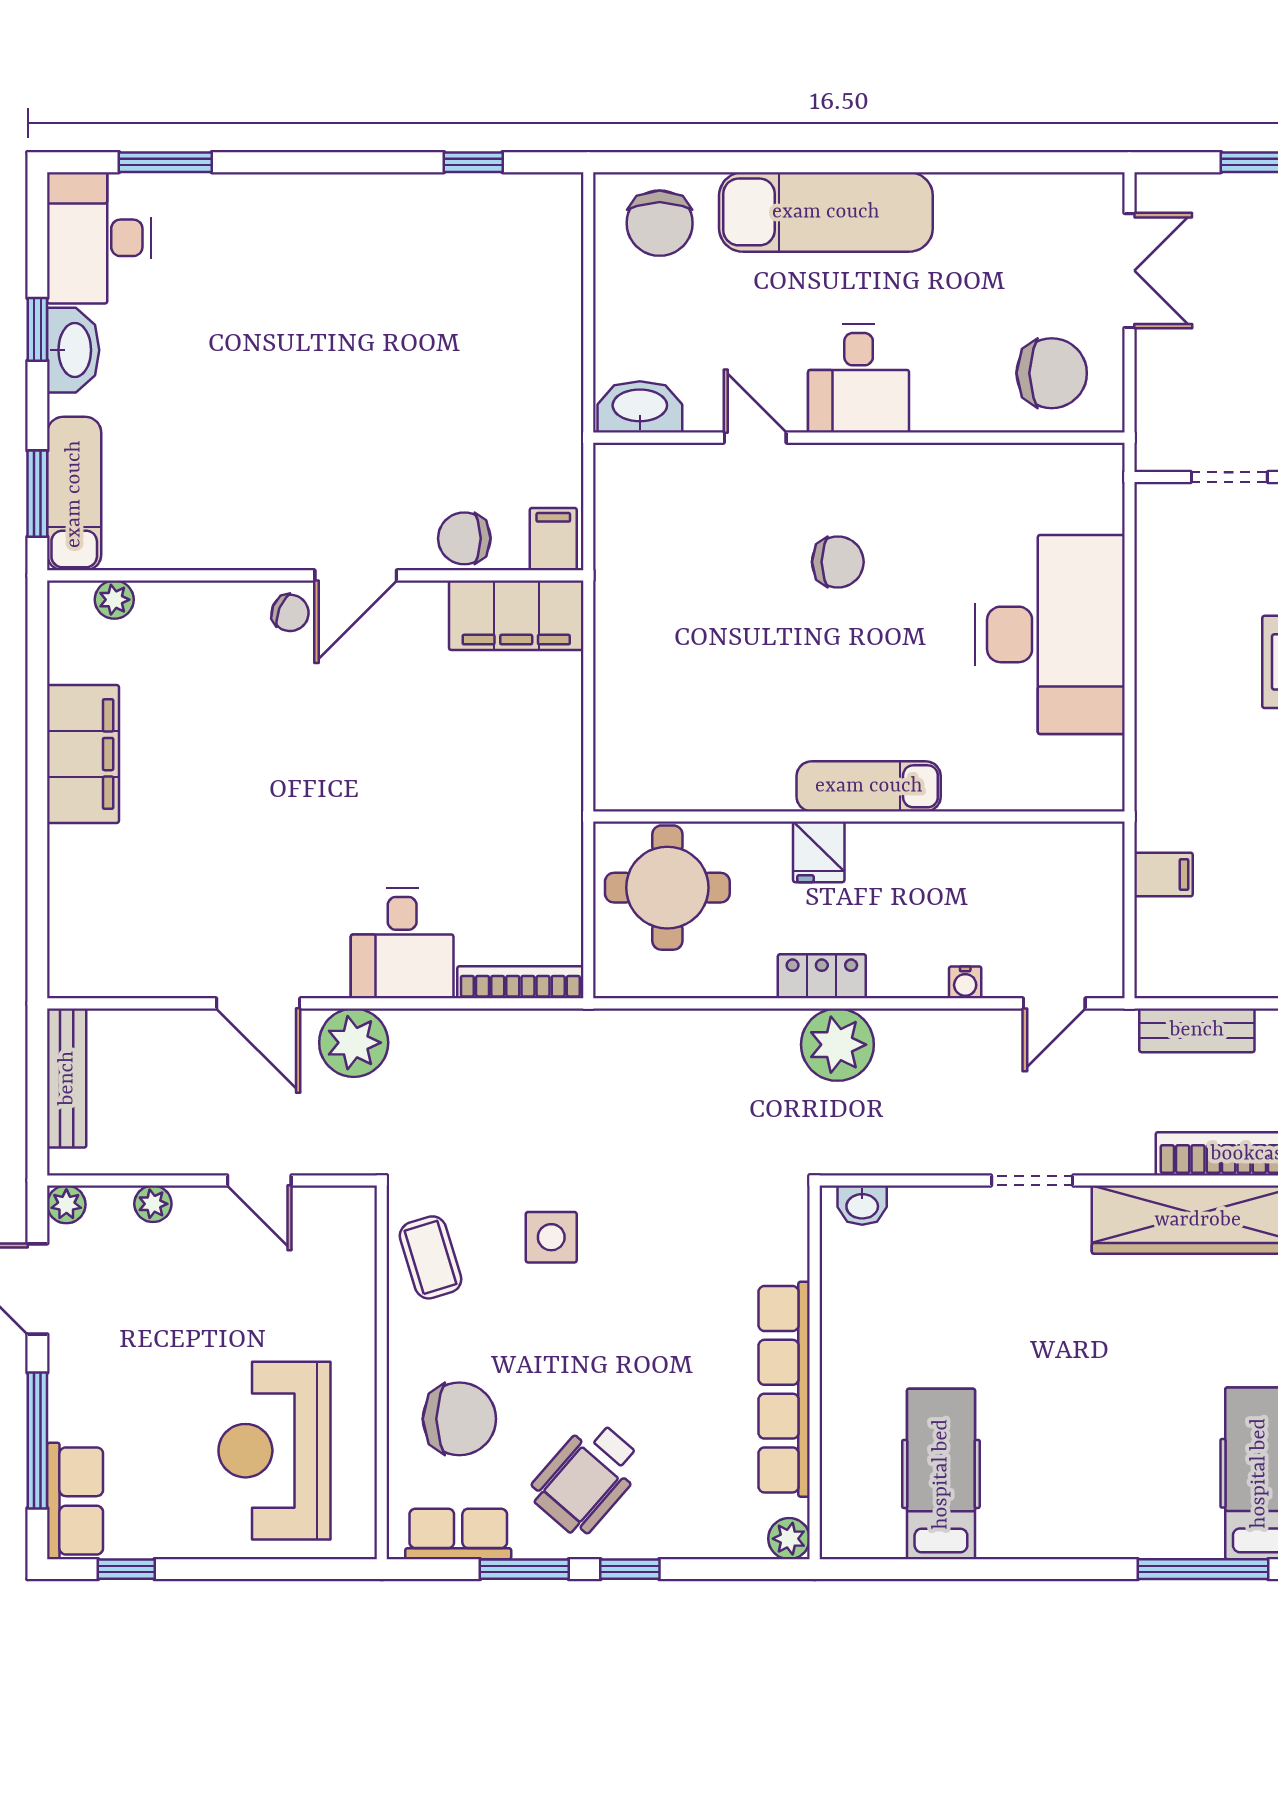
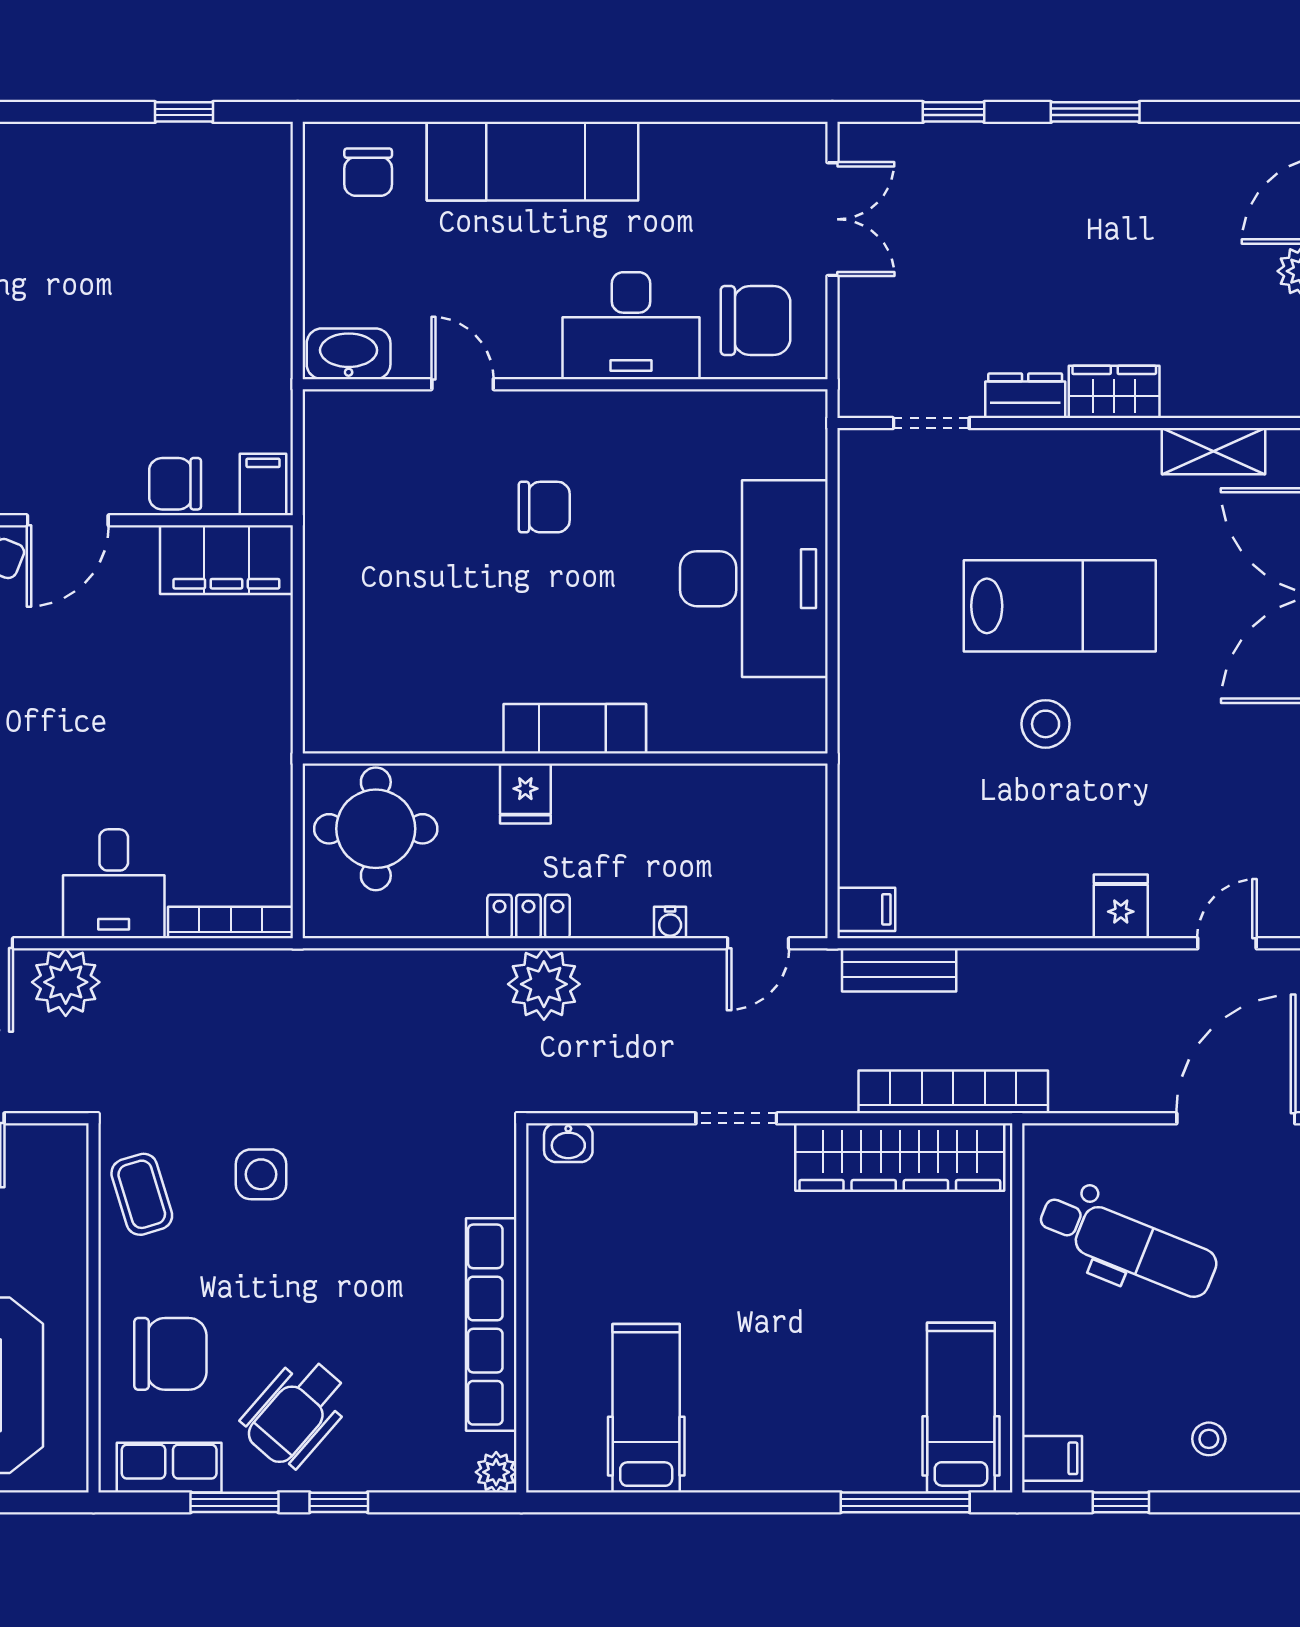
chair: (660, 223) -> (368, 172), width x0.73, depth x0.73
desk: (859, 378) -> (631, 326), moved, width x1.37
filing cabinet: (1164, 874) -> (866, 909), moved

